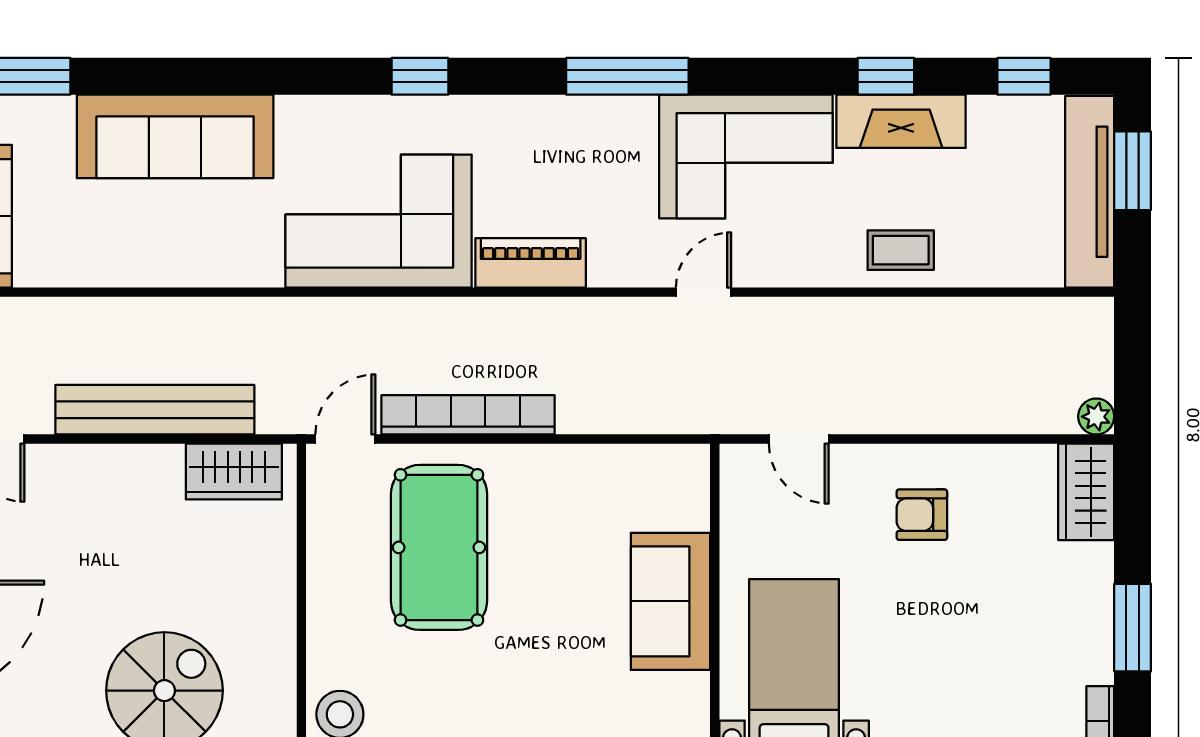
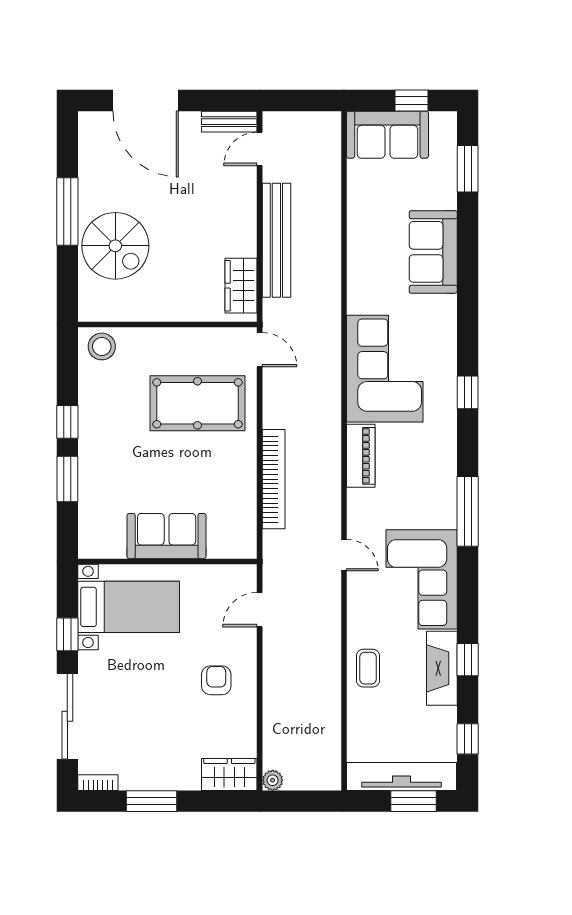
sofa: (175, 136) -> (433, 252), width x0.73
bookcase: (468, 415) -> (274, 479), moved

